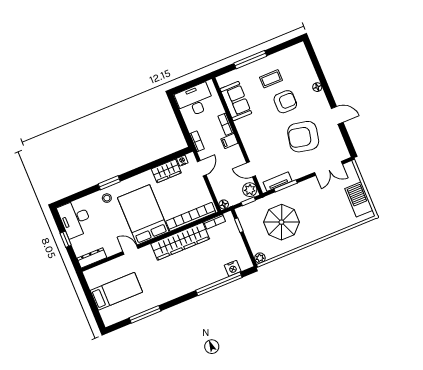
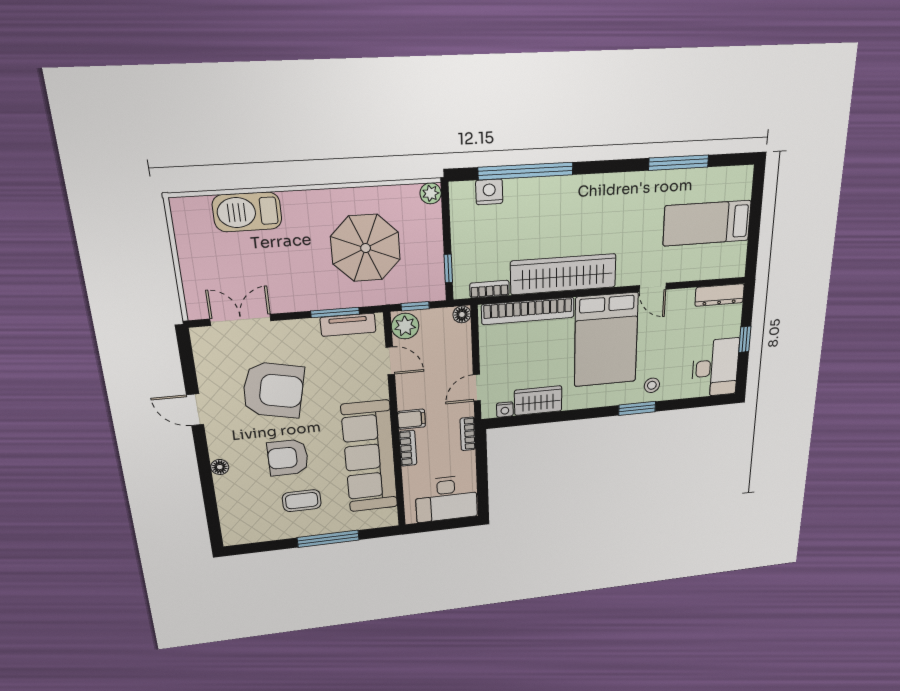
sofa: (236, 101) -> (370, 457), width x1.85, depth x1.27
barbecue: (359, 199) -> (247, 212), moved, turned 90

